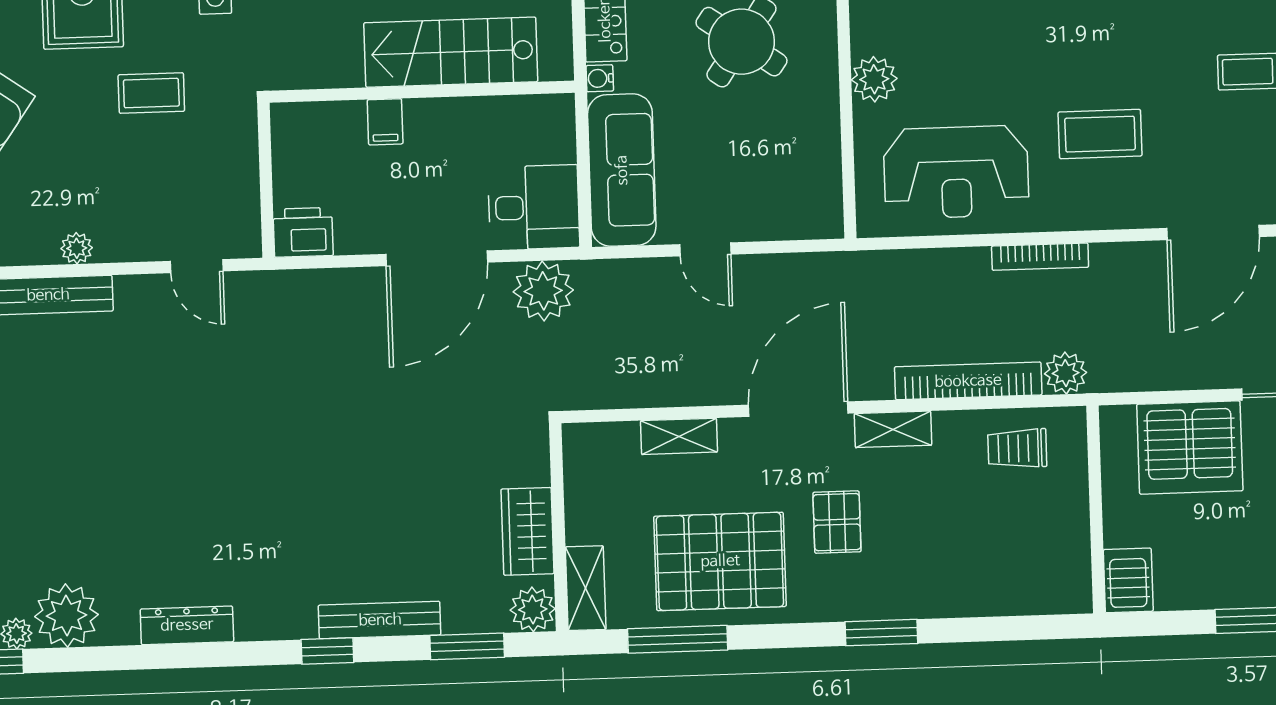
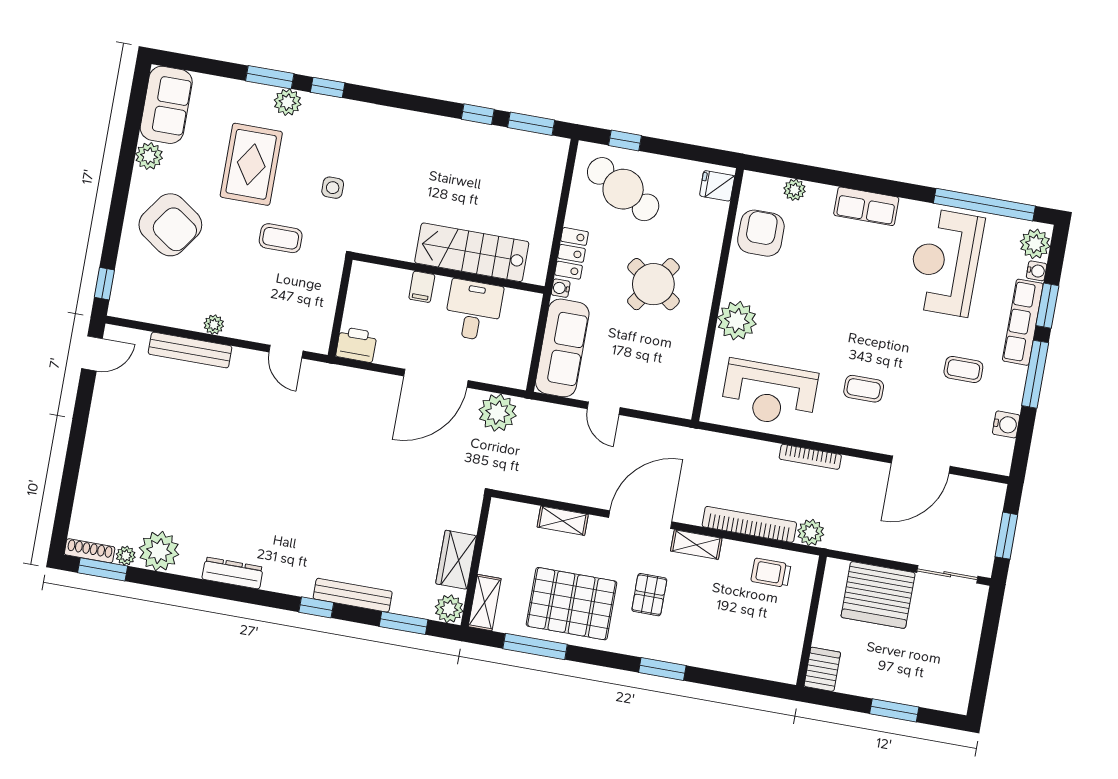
plant: (874, 79) -> (737, 321), width x1.36, depth x1.36
coffee table: (1100, 134) -> (864, 389), width x0.73, depth x0.77
desk: (534, 207) -> (474, 310), moved, turned -90

